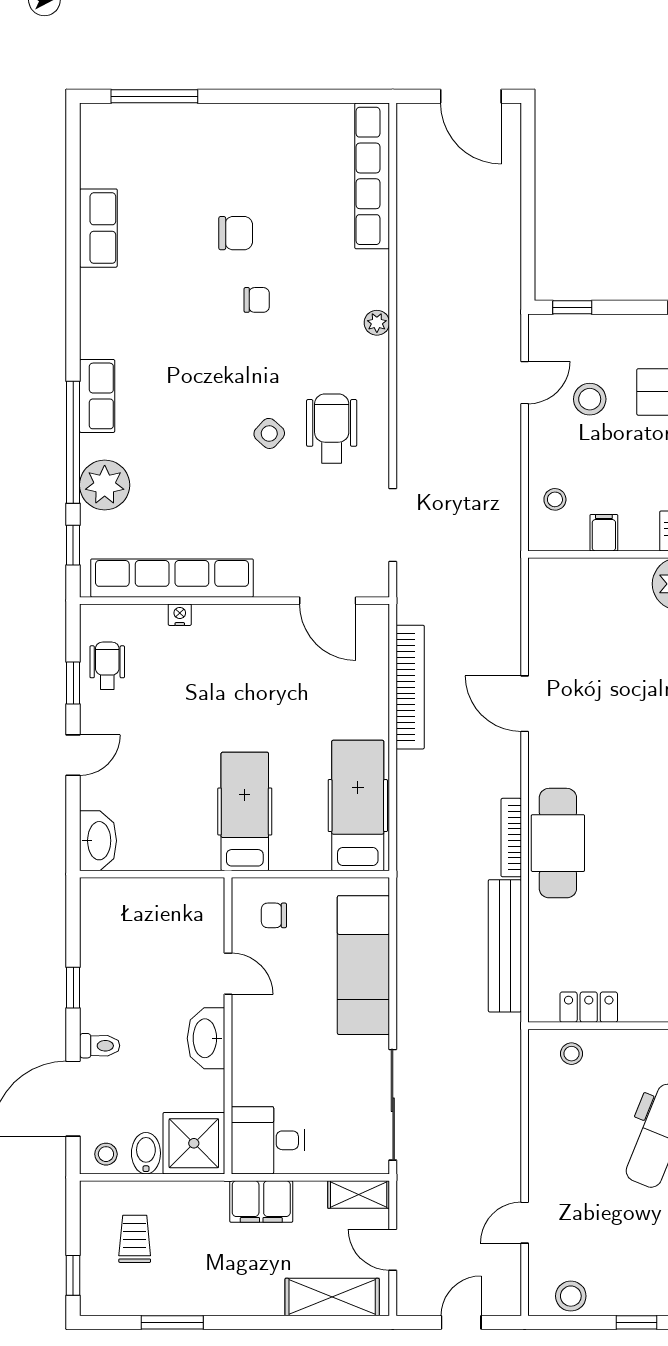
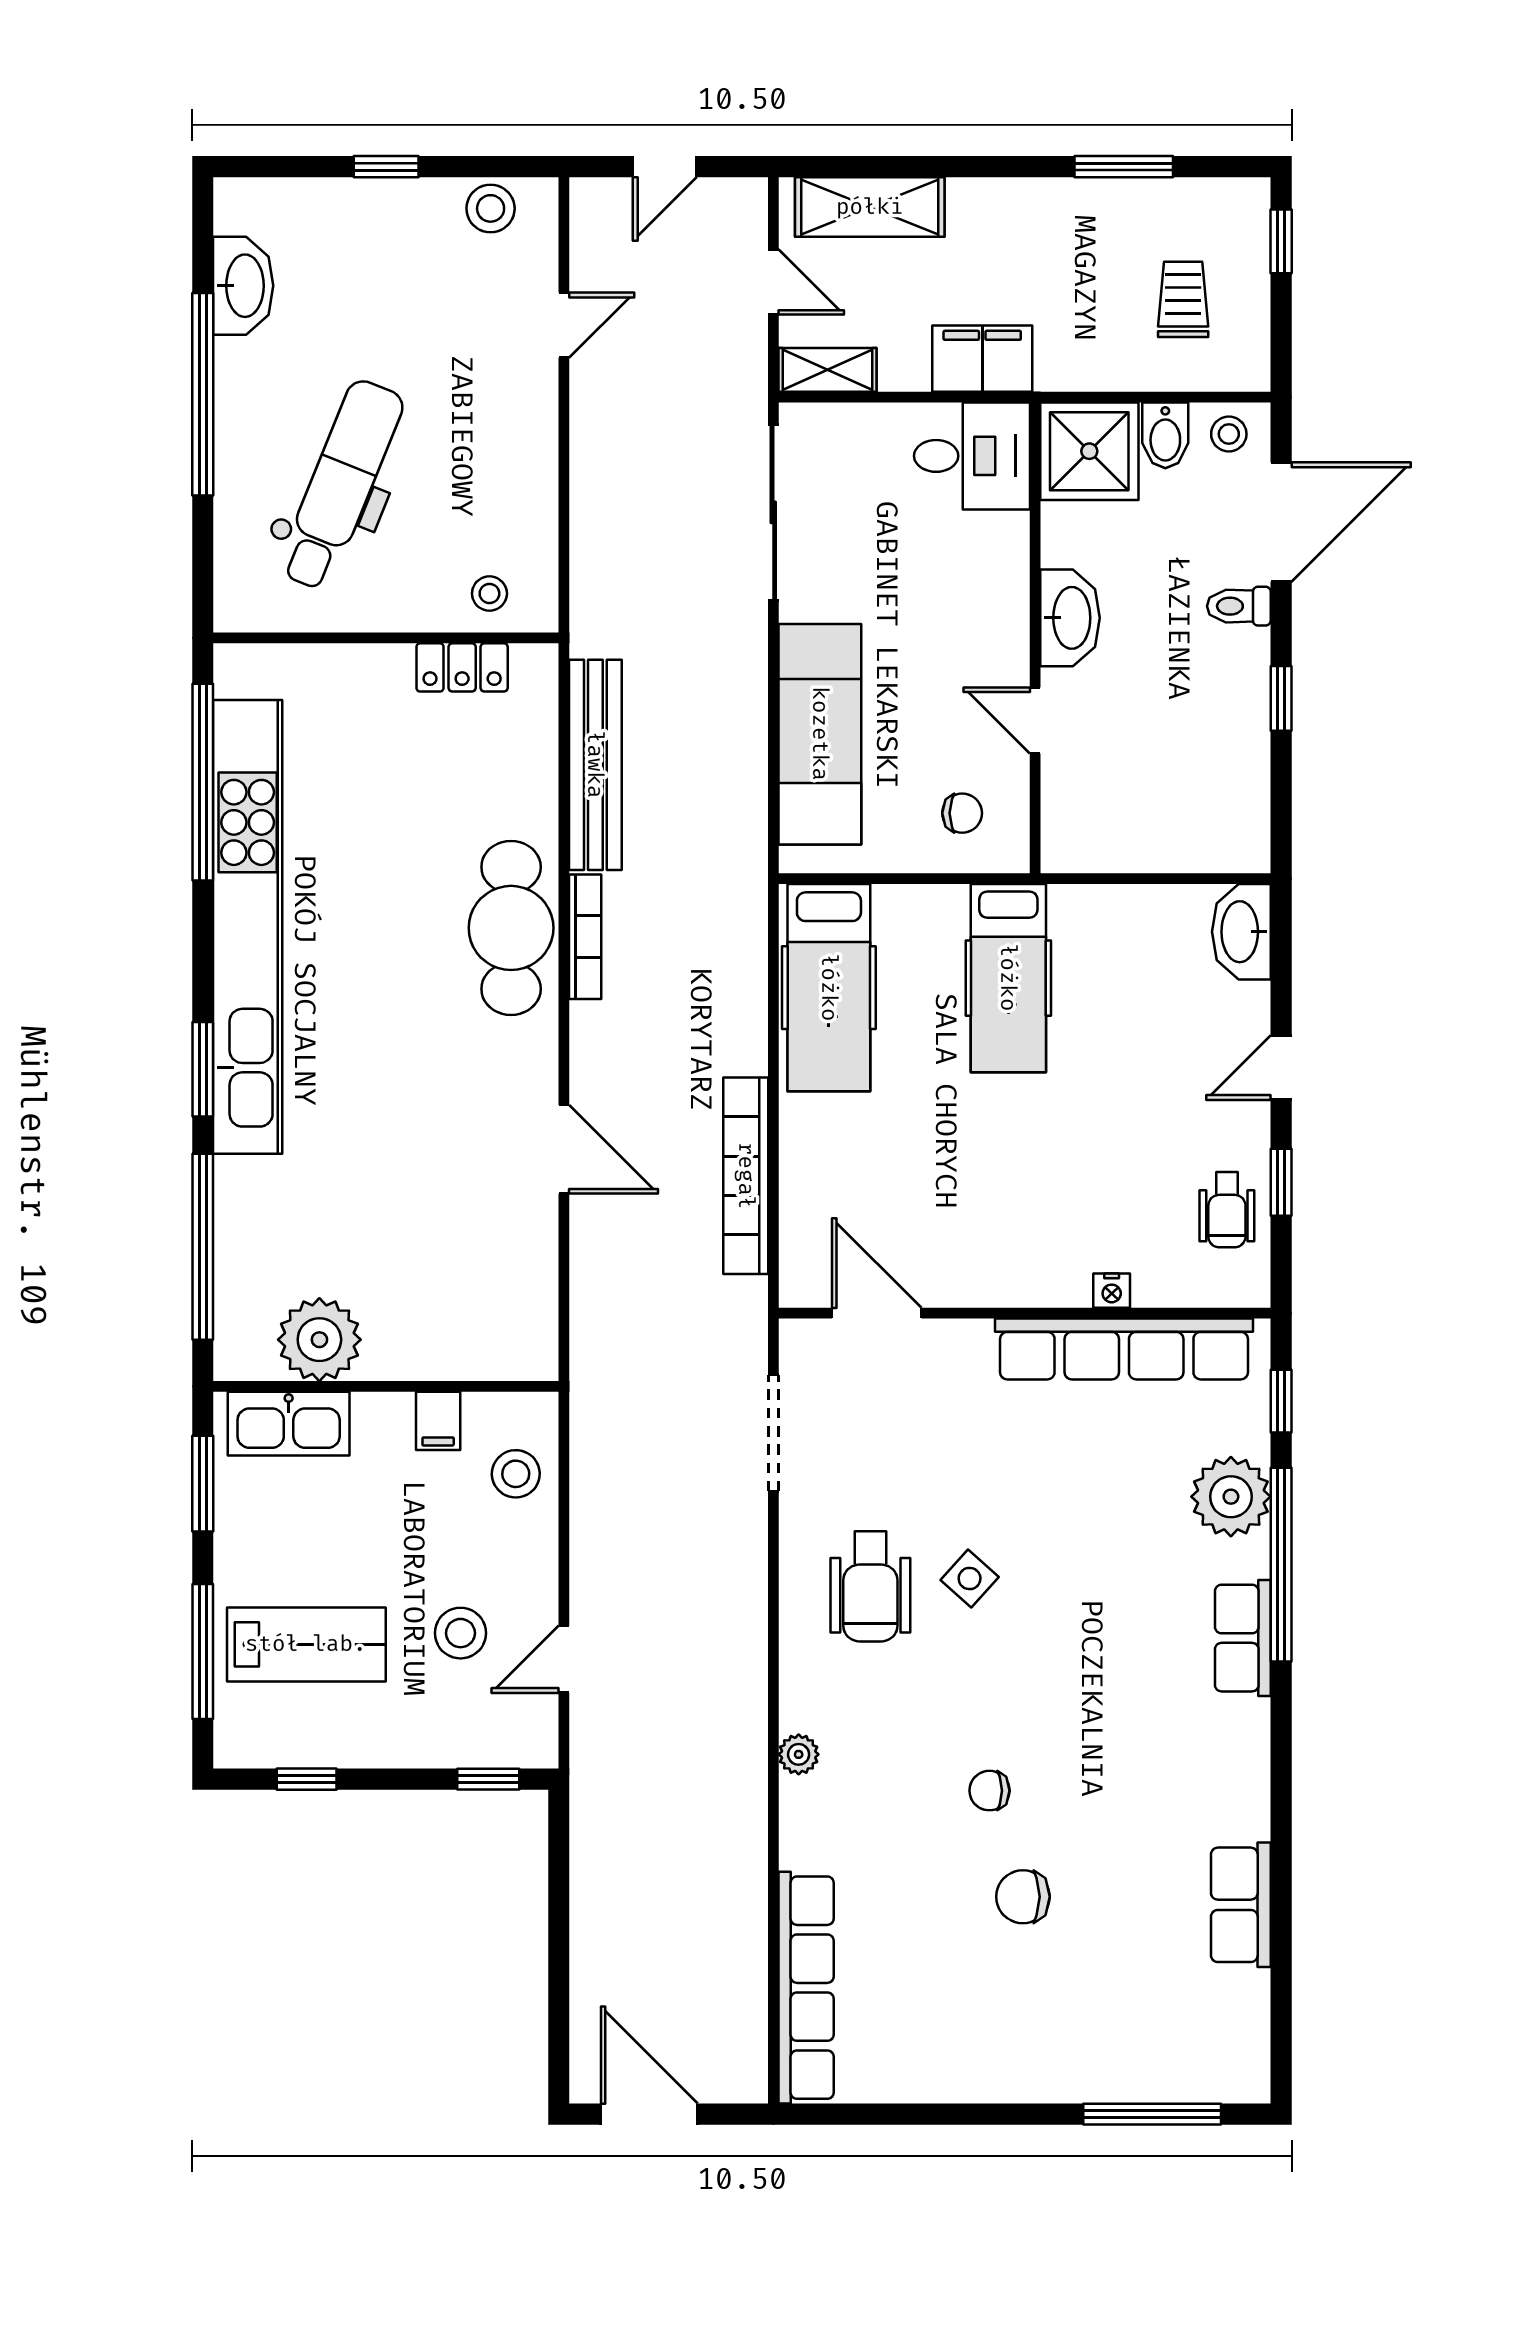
stool: (555, 499) -> (516, 1474), width x1.37, depth x1.37
trolley: (135, 1239) -> (1183, 299), turned 180

